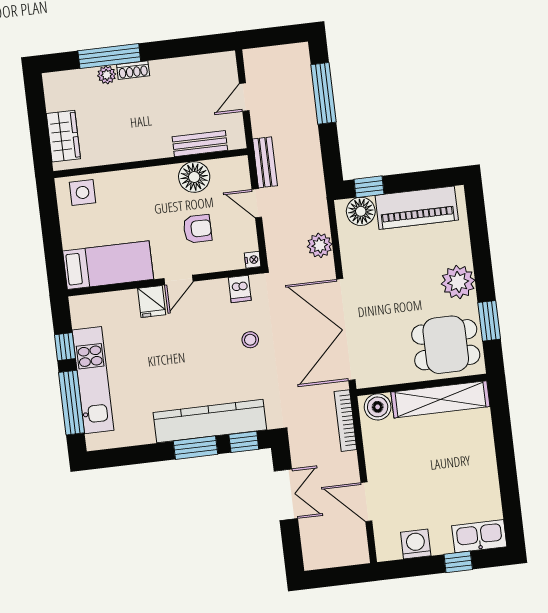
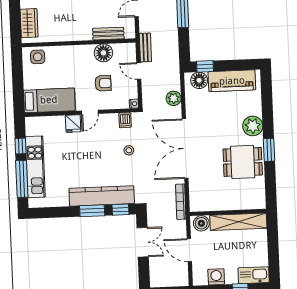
wall: (422, 385) -> (228, 212), moved
shelving: (440, 399) -> (238, 222), moved
boiler: (378, 407) -> (201, 223), moved

